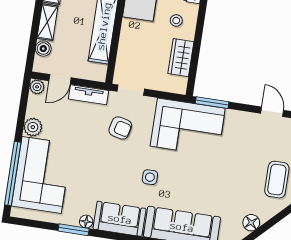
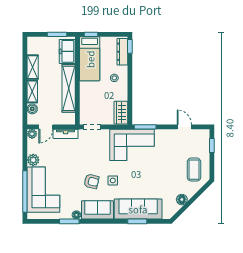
wardrobe: (181, 58) -> (121, 113), moved
armchair: (120, 128) -> (91, 181), moved

